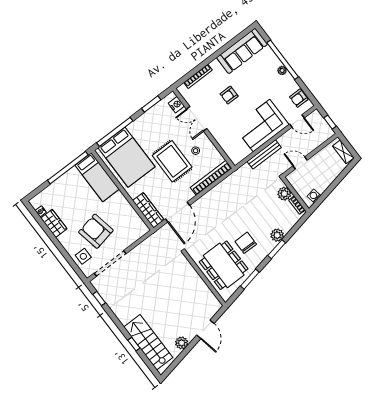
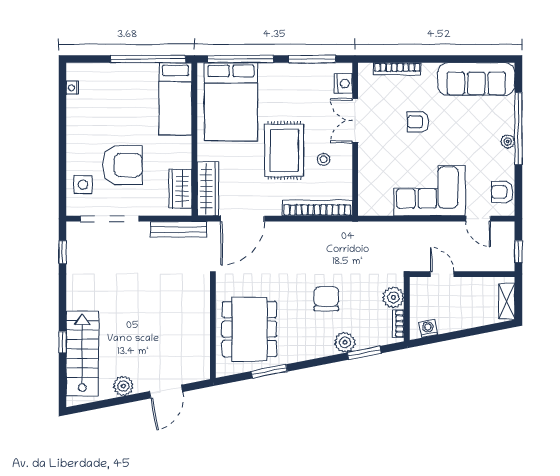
window: (151, 104) -> (312, 59), width x1.44
bench: (264, 154) -> (178, 229), moved
wardrobe: (54, 223) -> (180, 189), moved, turned 180
armchair: (96, 231) -> (123, 165), turned 101
chair: (246, 243) -> (326, 299), moved
window: (277, 249) -> (364, 353), moved

